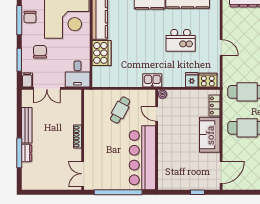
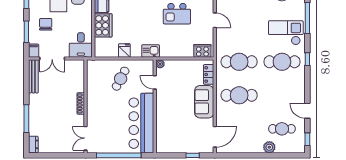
fridge: (192, 80) -> (124, 50), moved
bench: (27, 125) -> (33, 76), moved
dresser: (27, 153) -> (33, 144), moved

